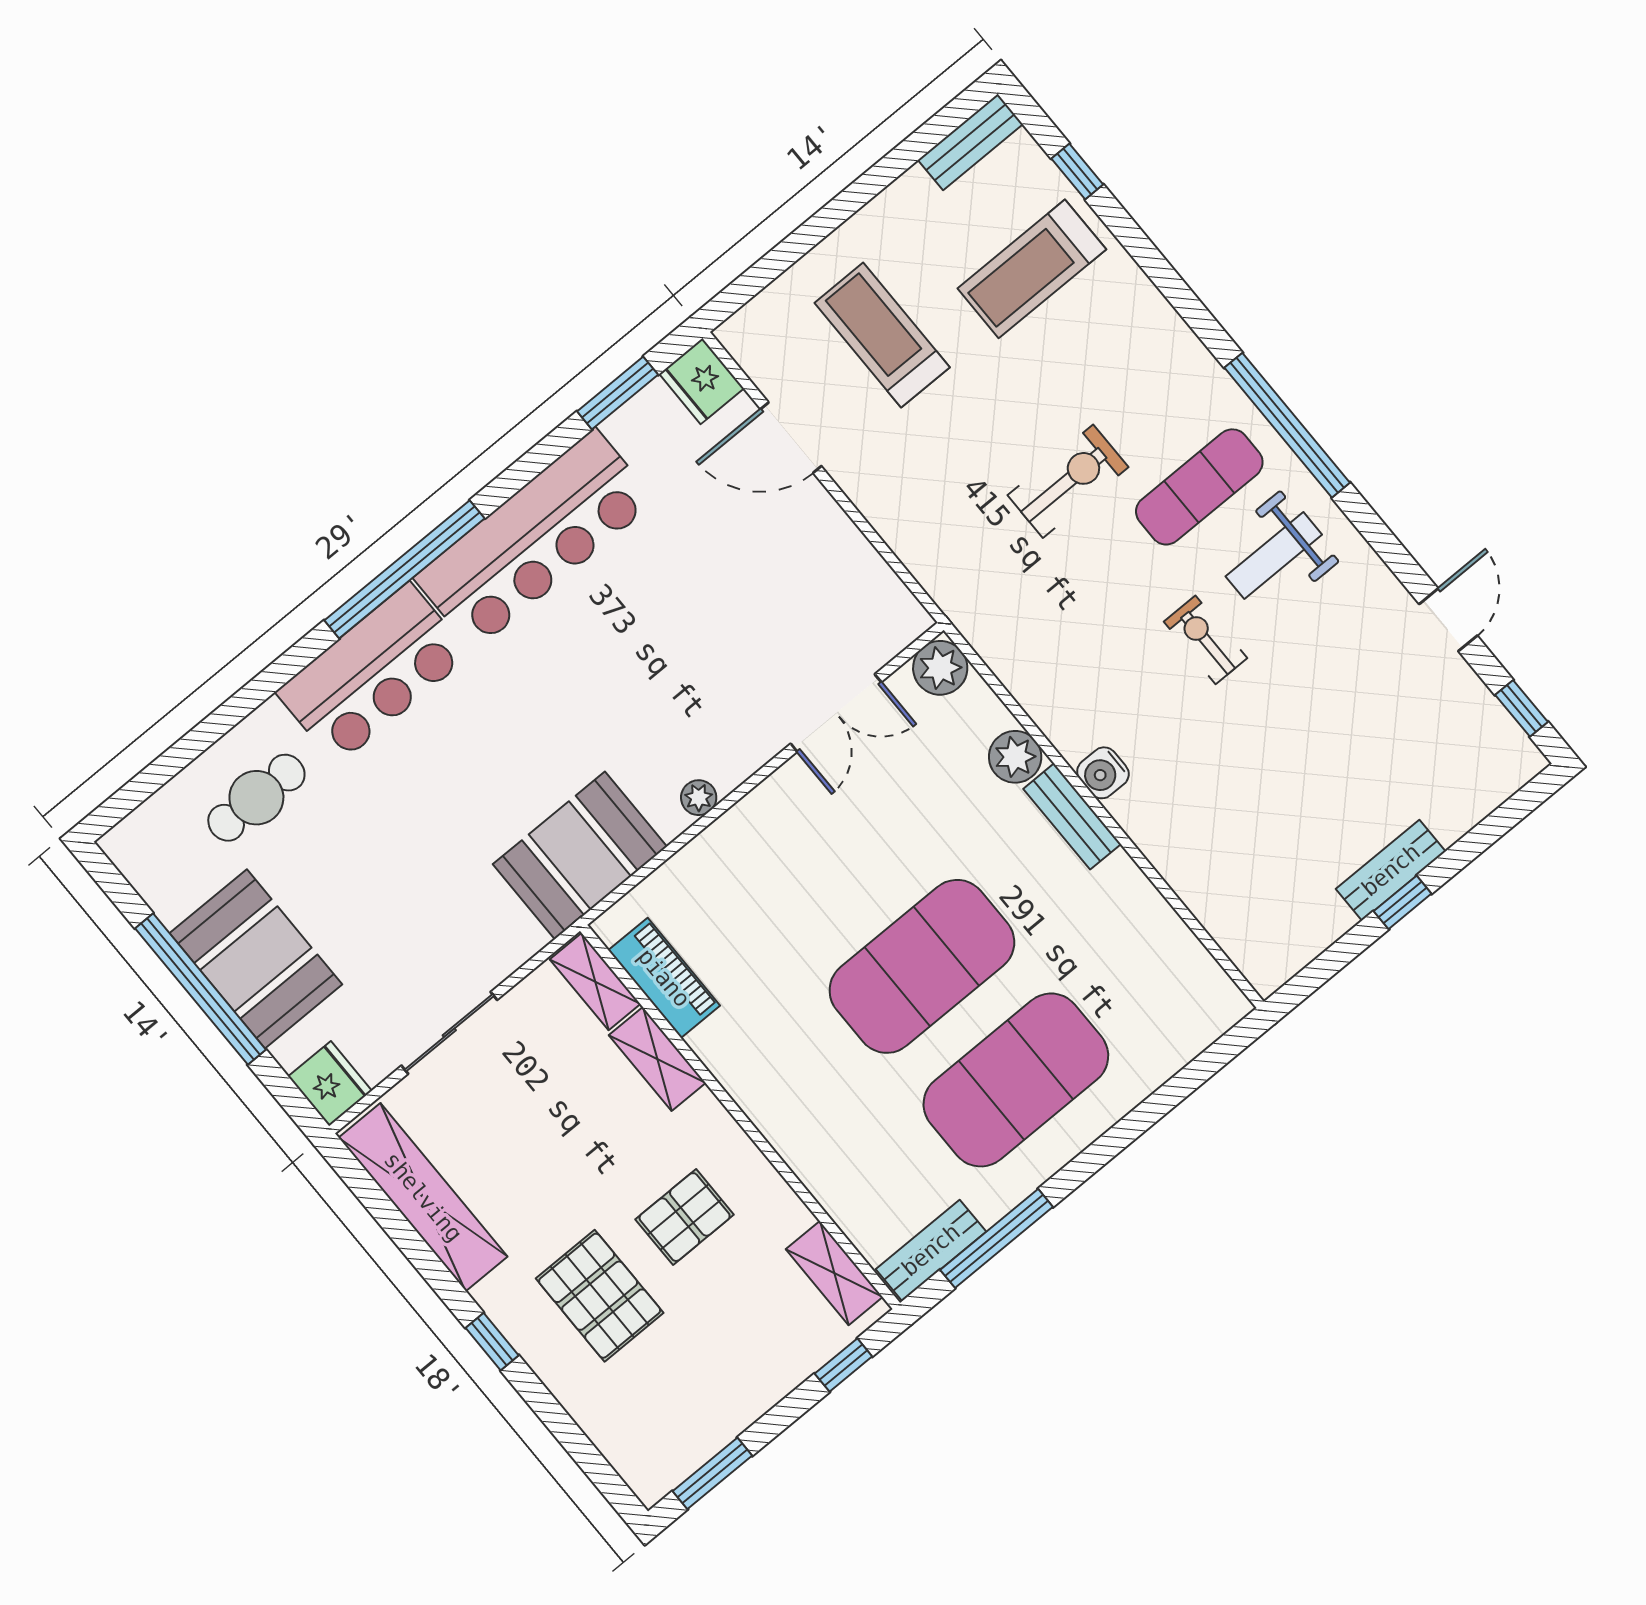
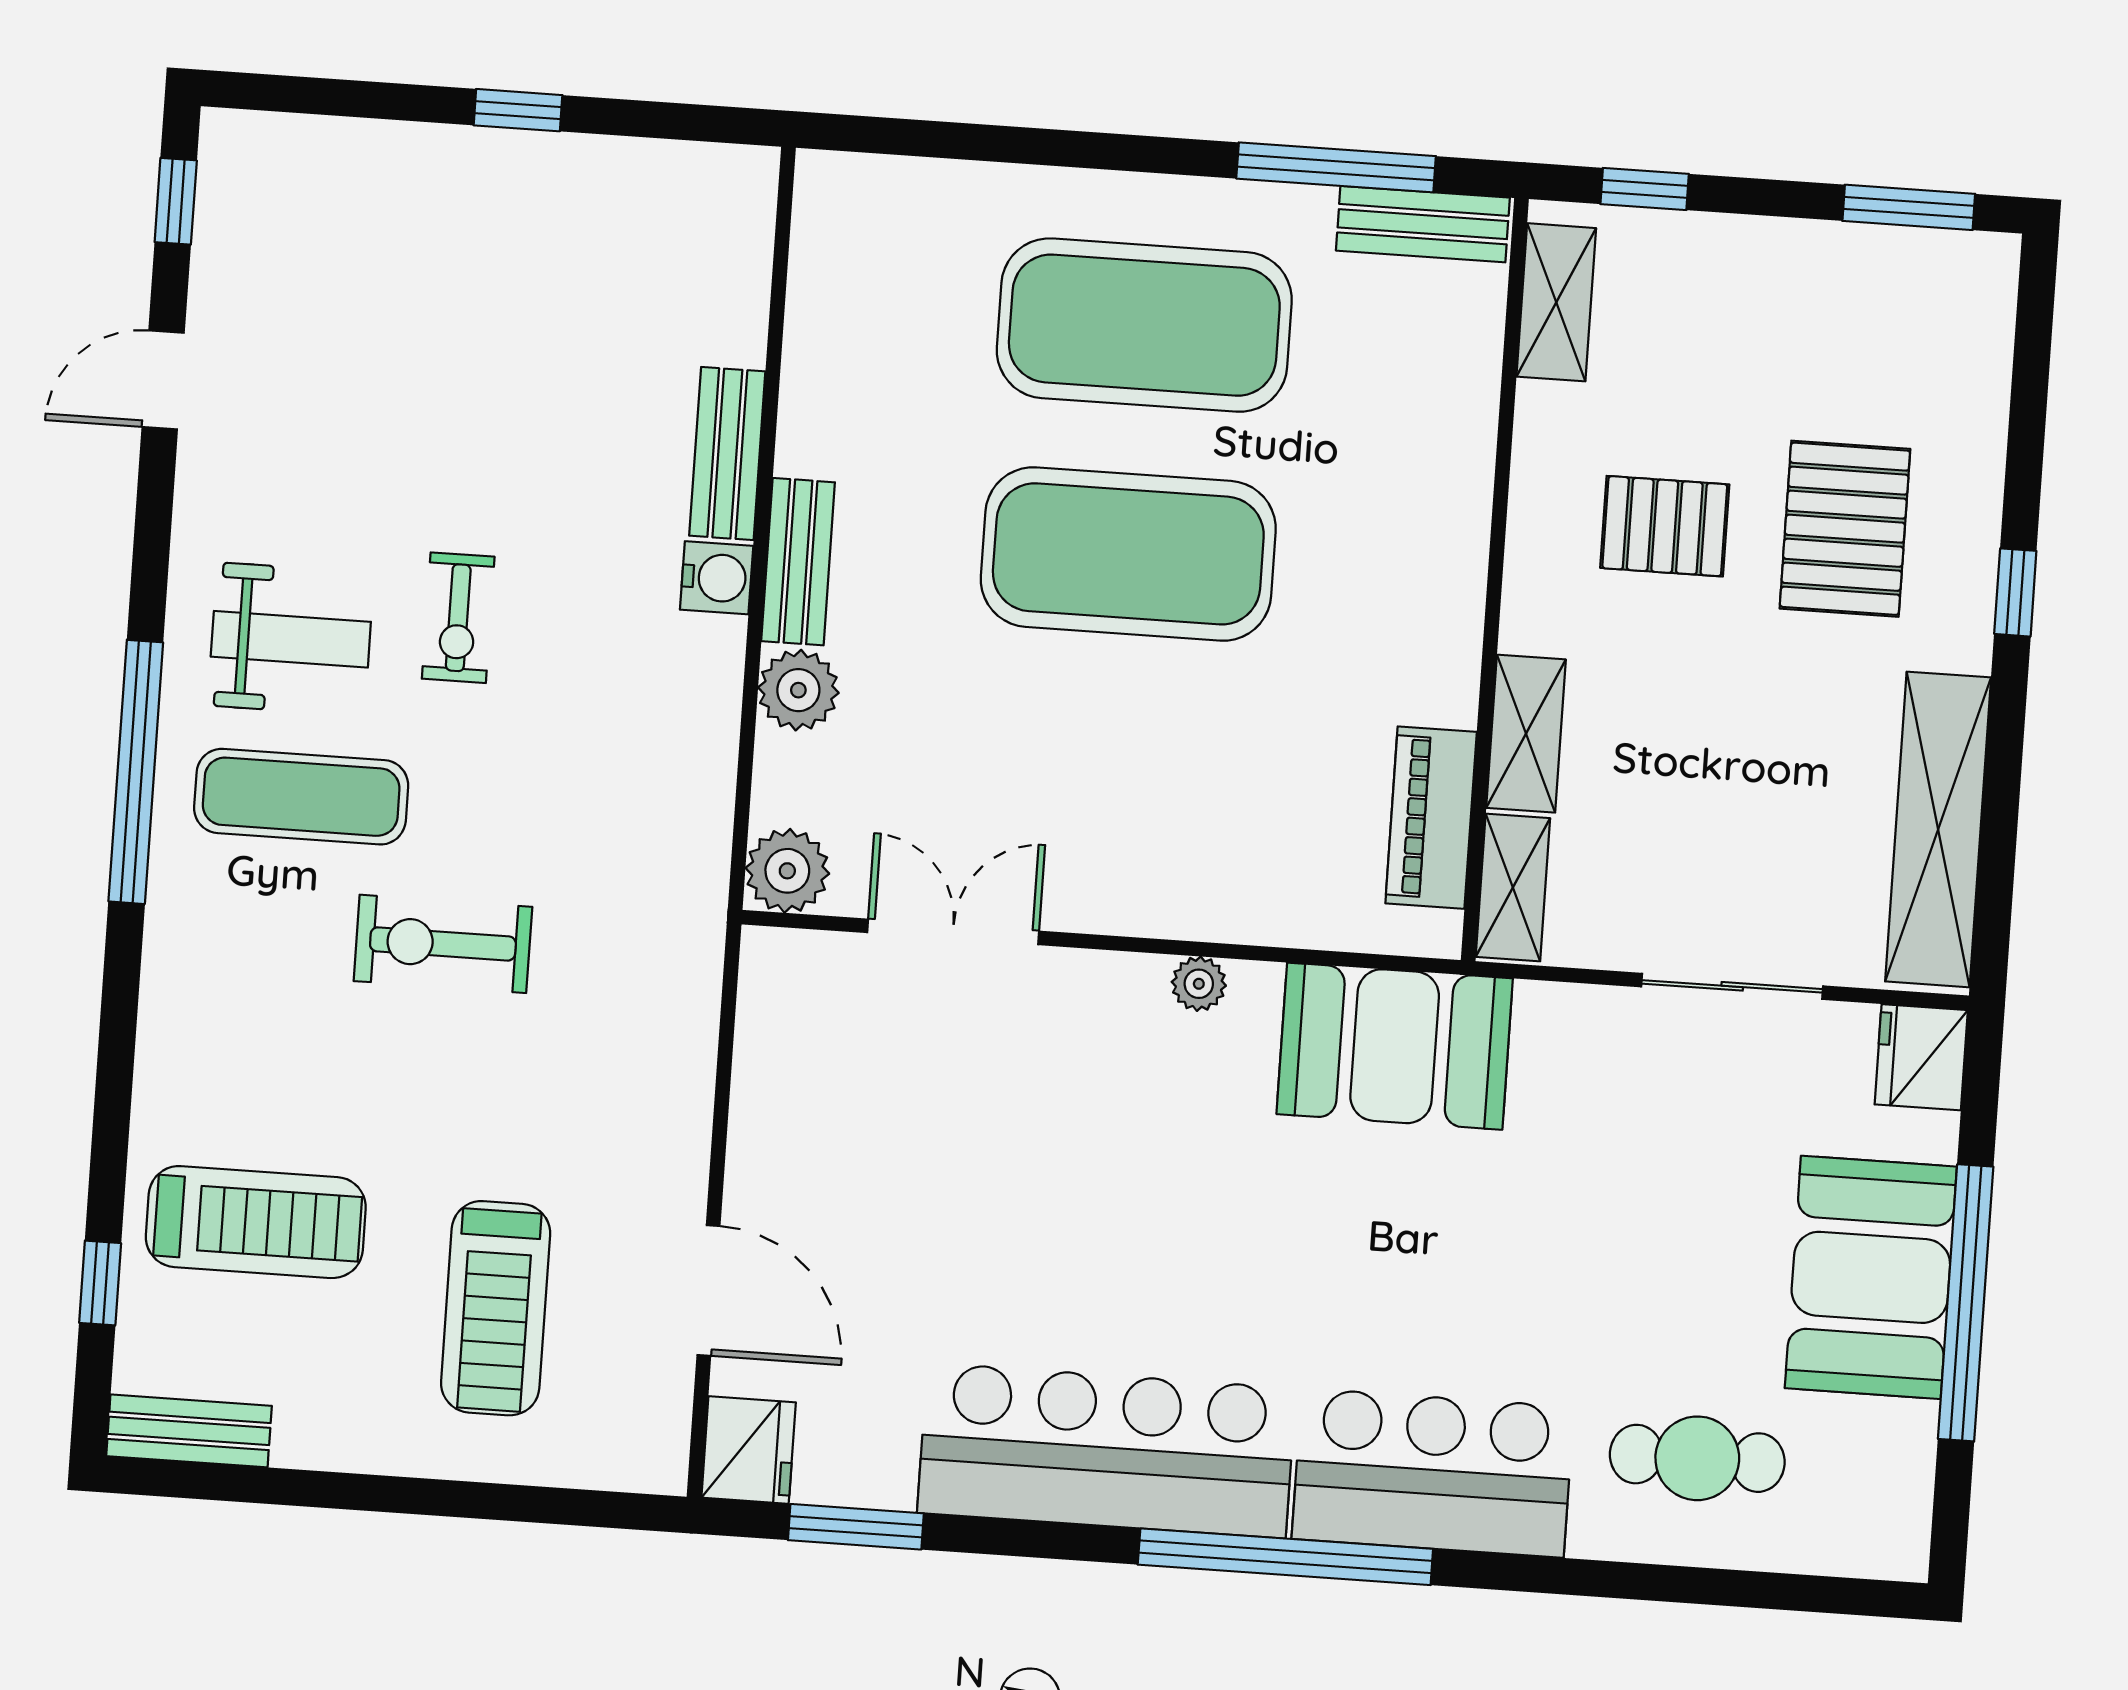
bench: (1391, 870) -> (727, 454), moved, turned 90

